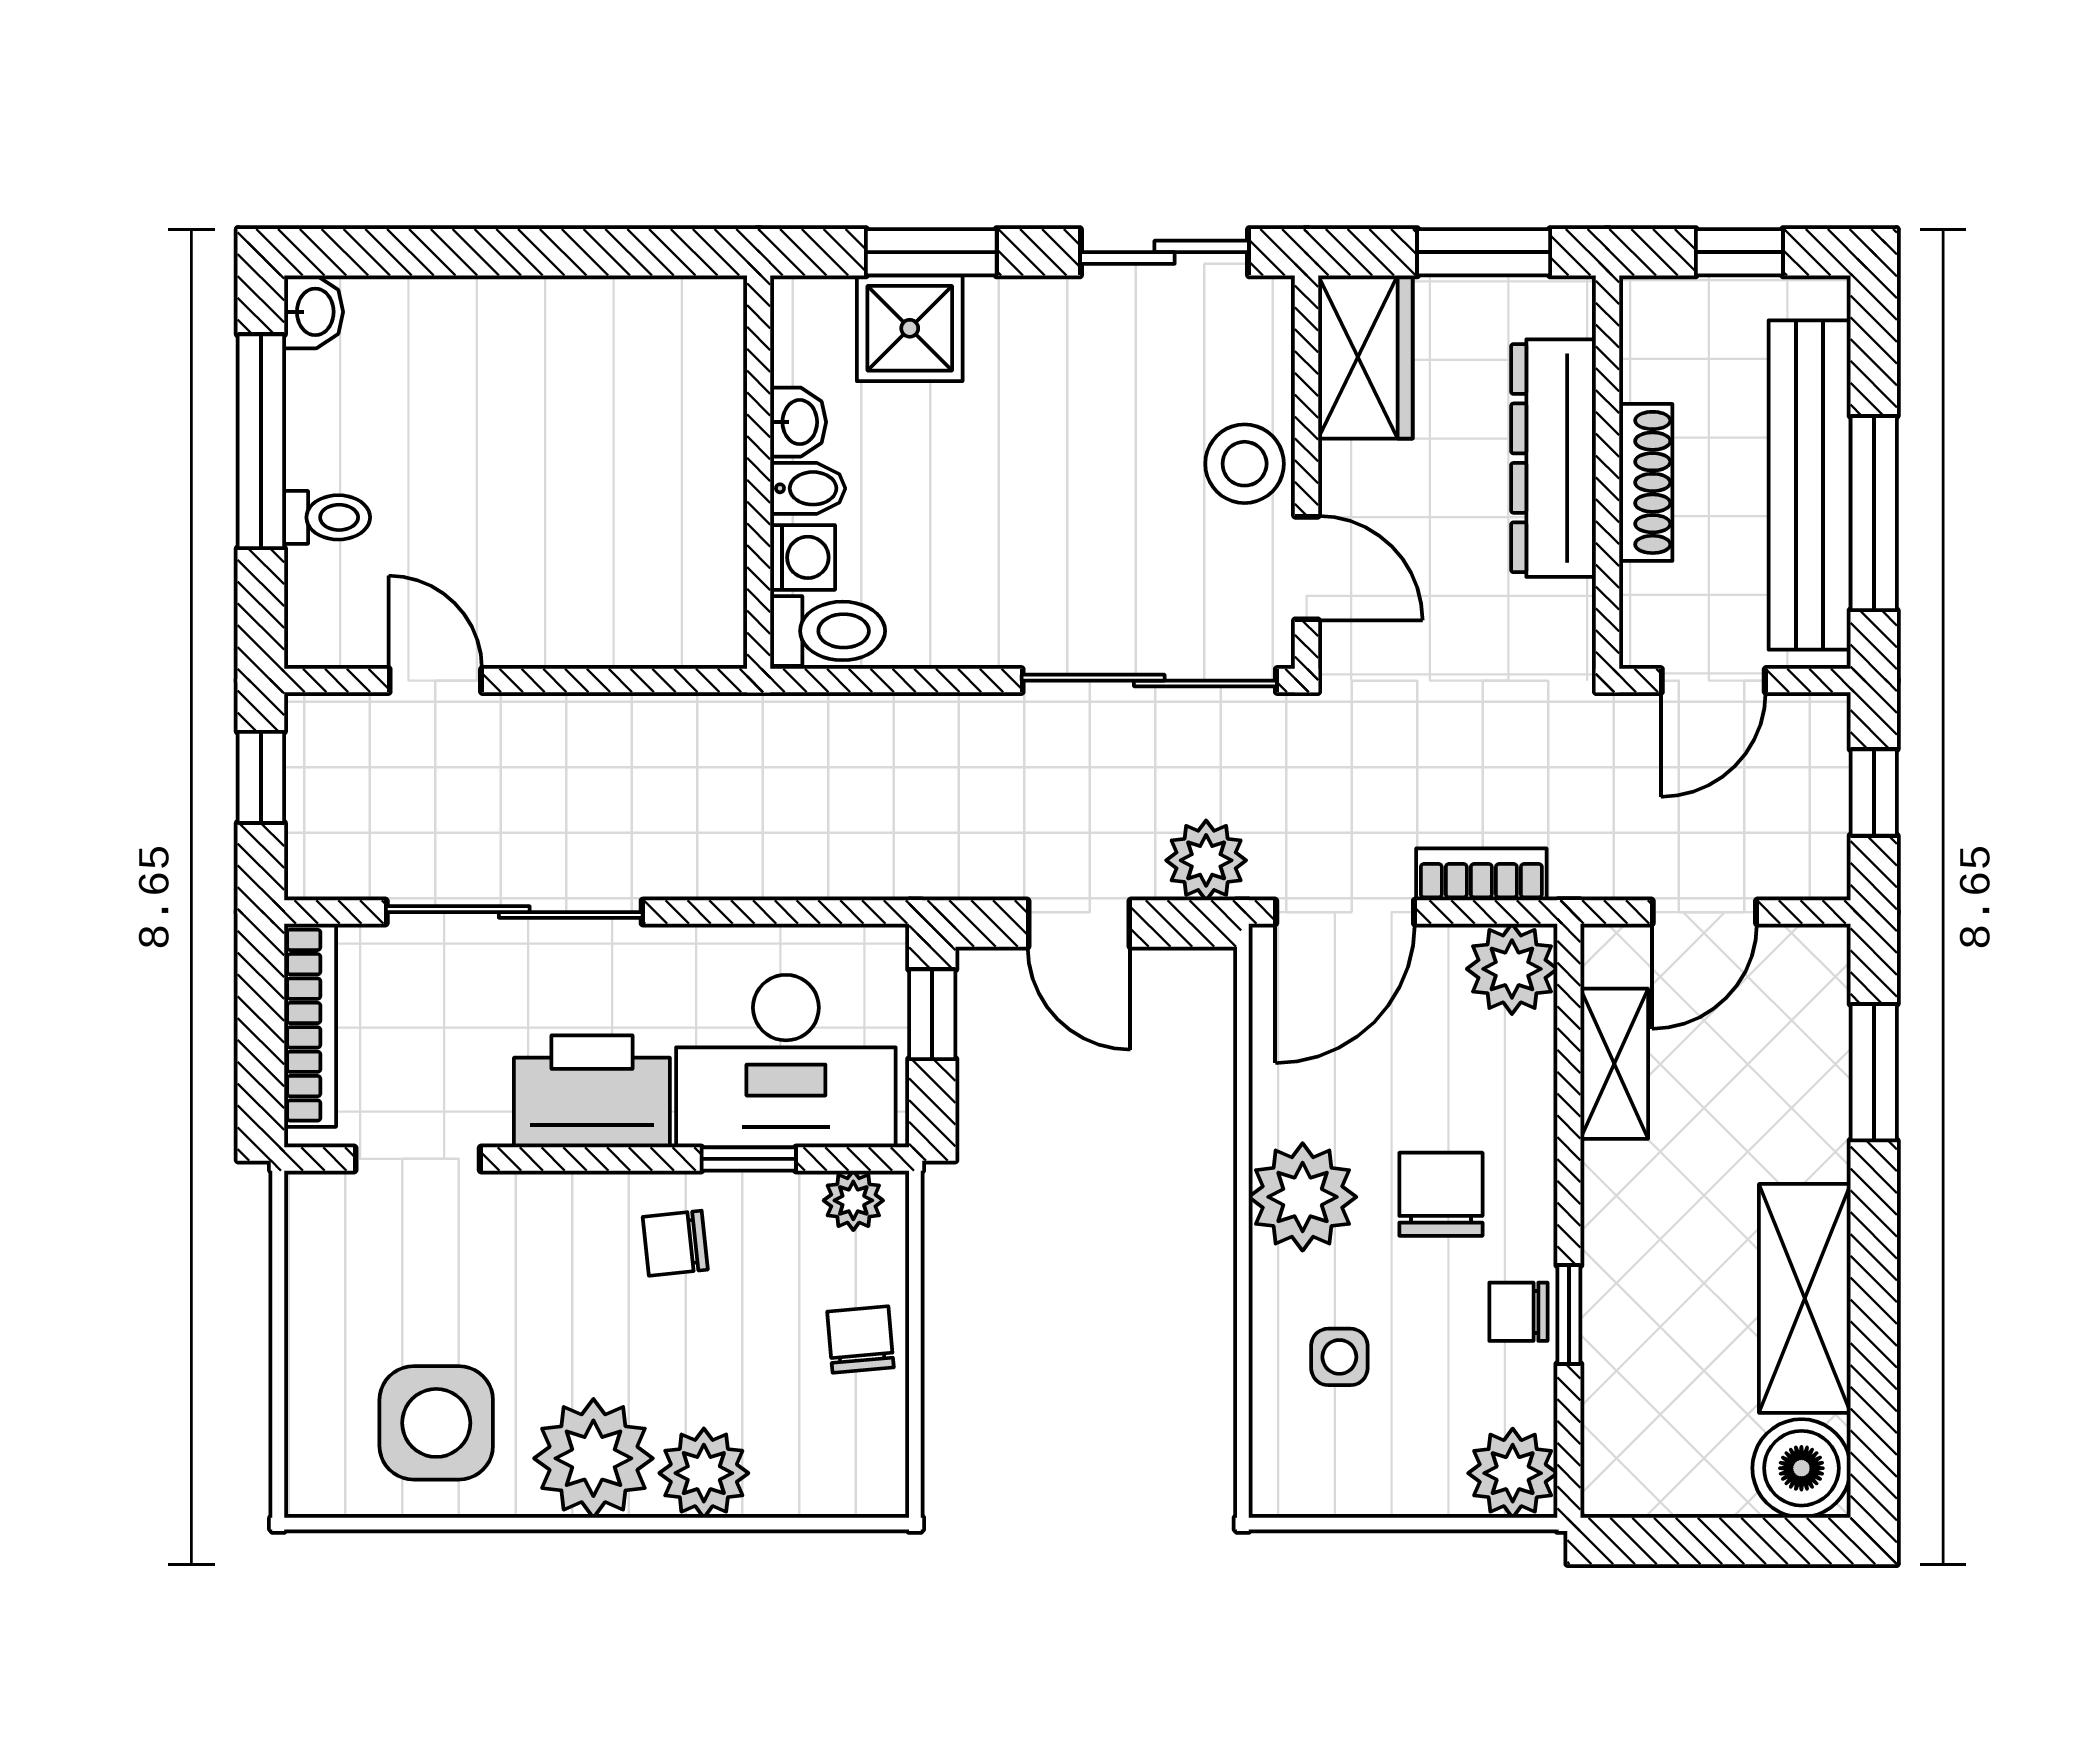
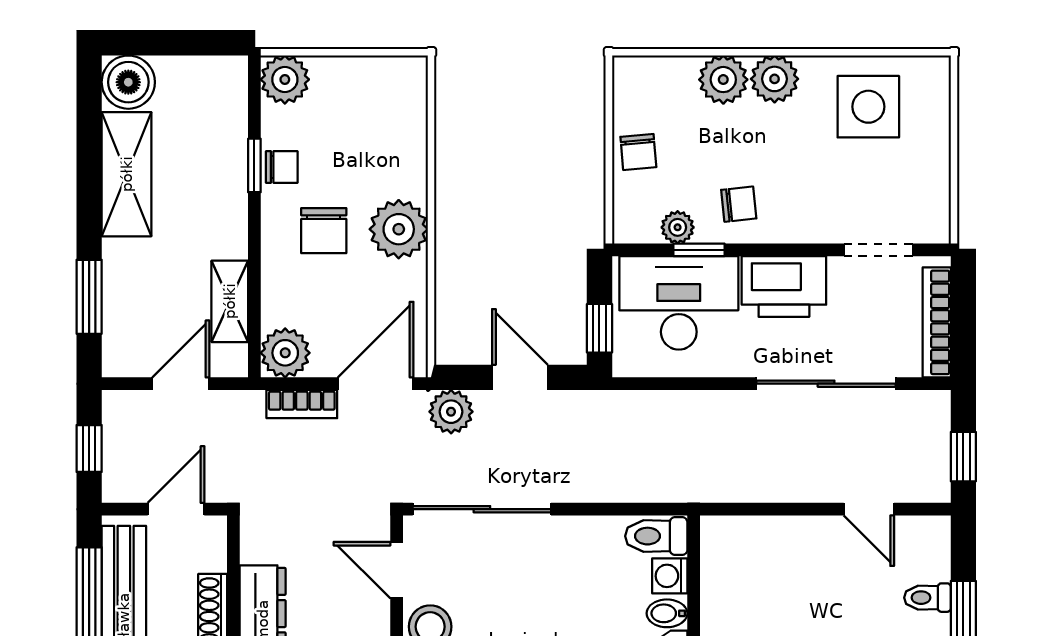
plant: (853, 1200) -> (678, 227), moved
side table: (1339, 1357) -> (379, 142), removed
plant: (593, 1458) -> (775, 79), width x0.73, depth x0.73

